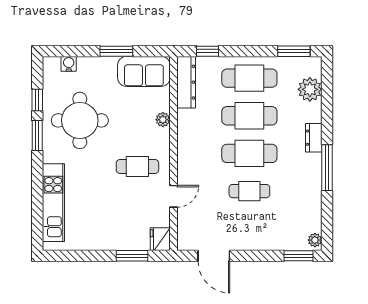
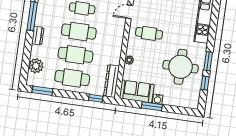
water cooler: (69, 64) -> (158, 99), moved

